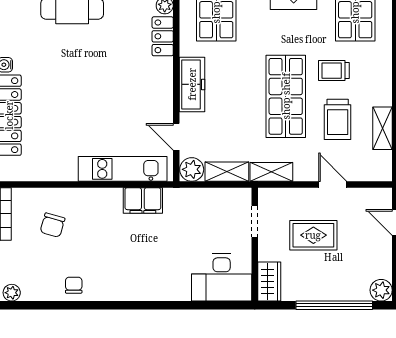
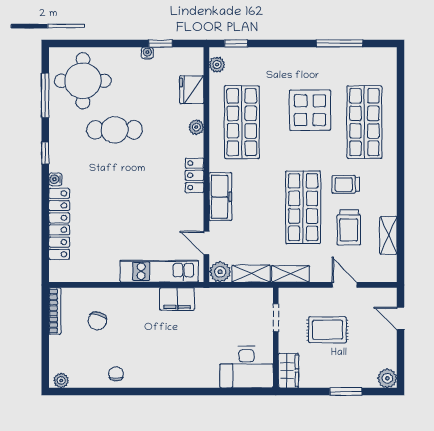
locker: (163, 36) -> (195, 175), moved
window: (334, 305) -> (346, 392), width x0.47

